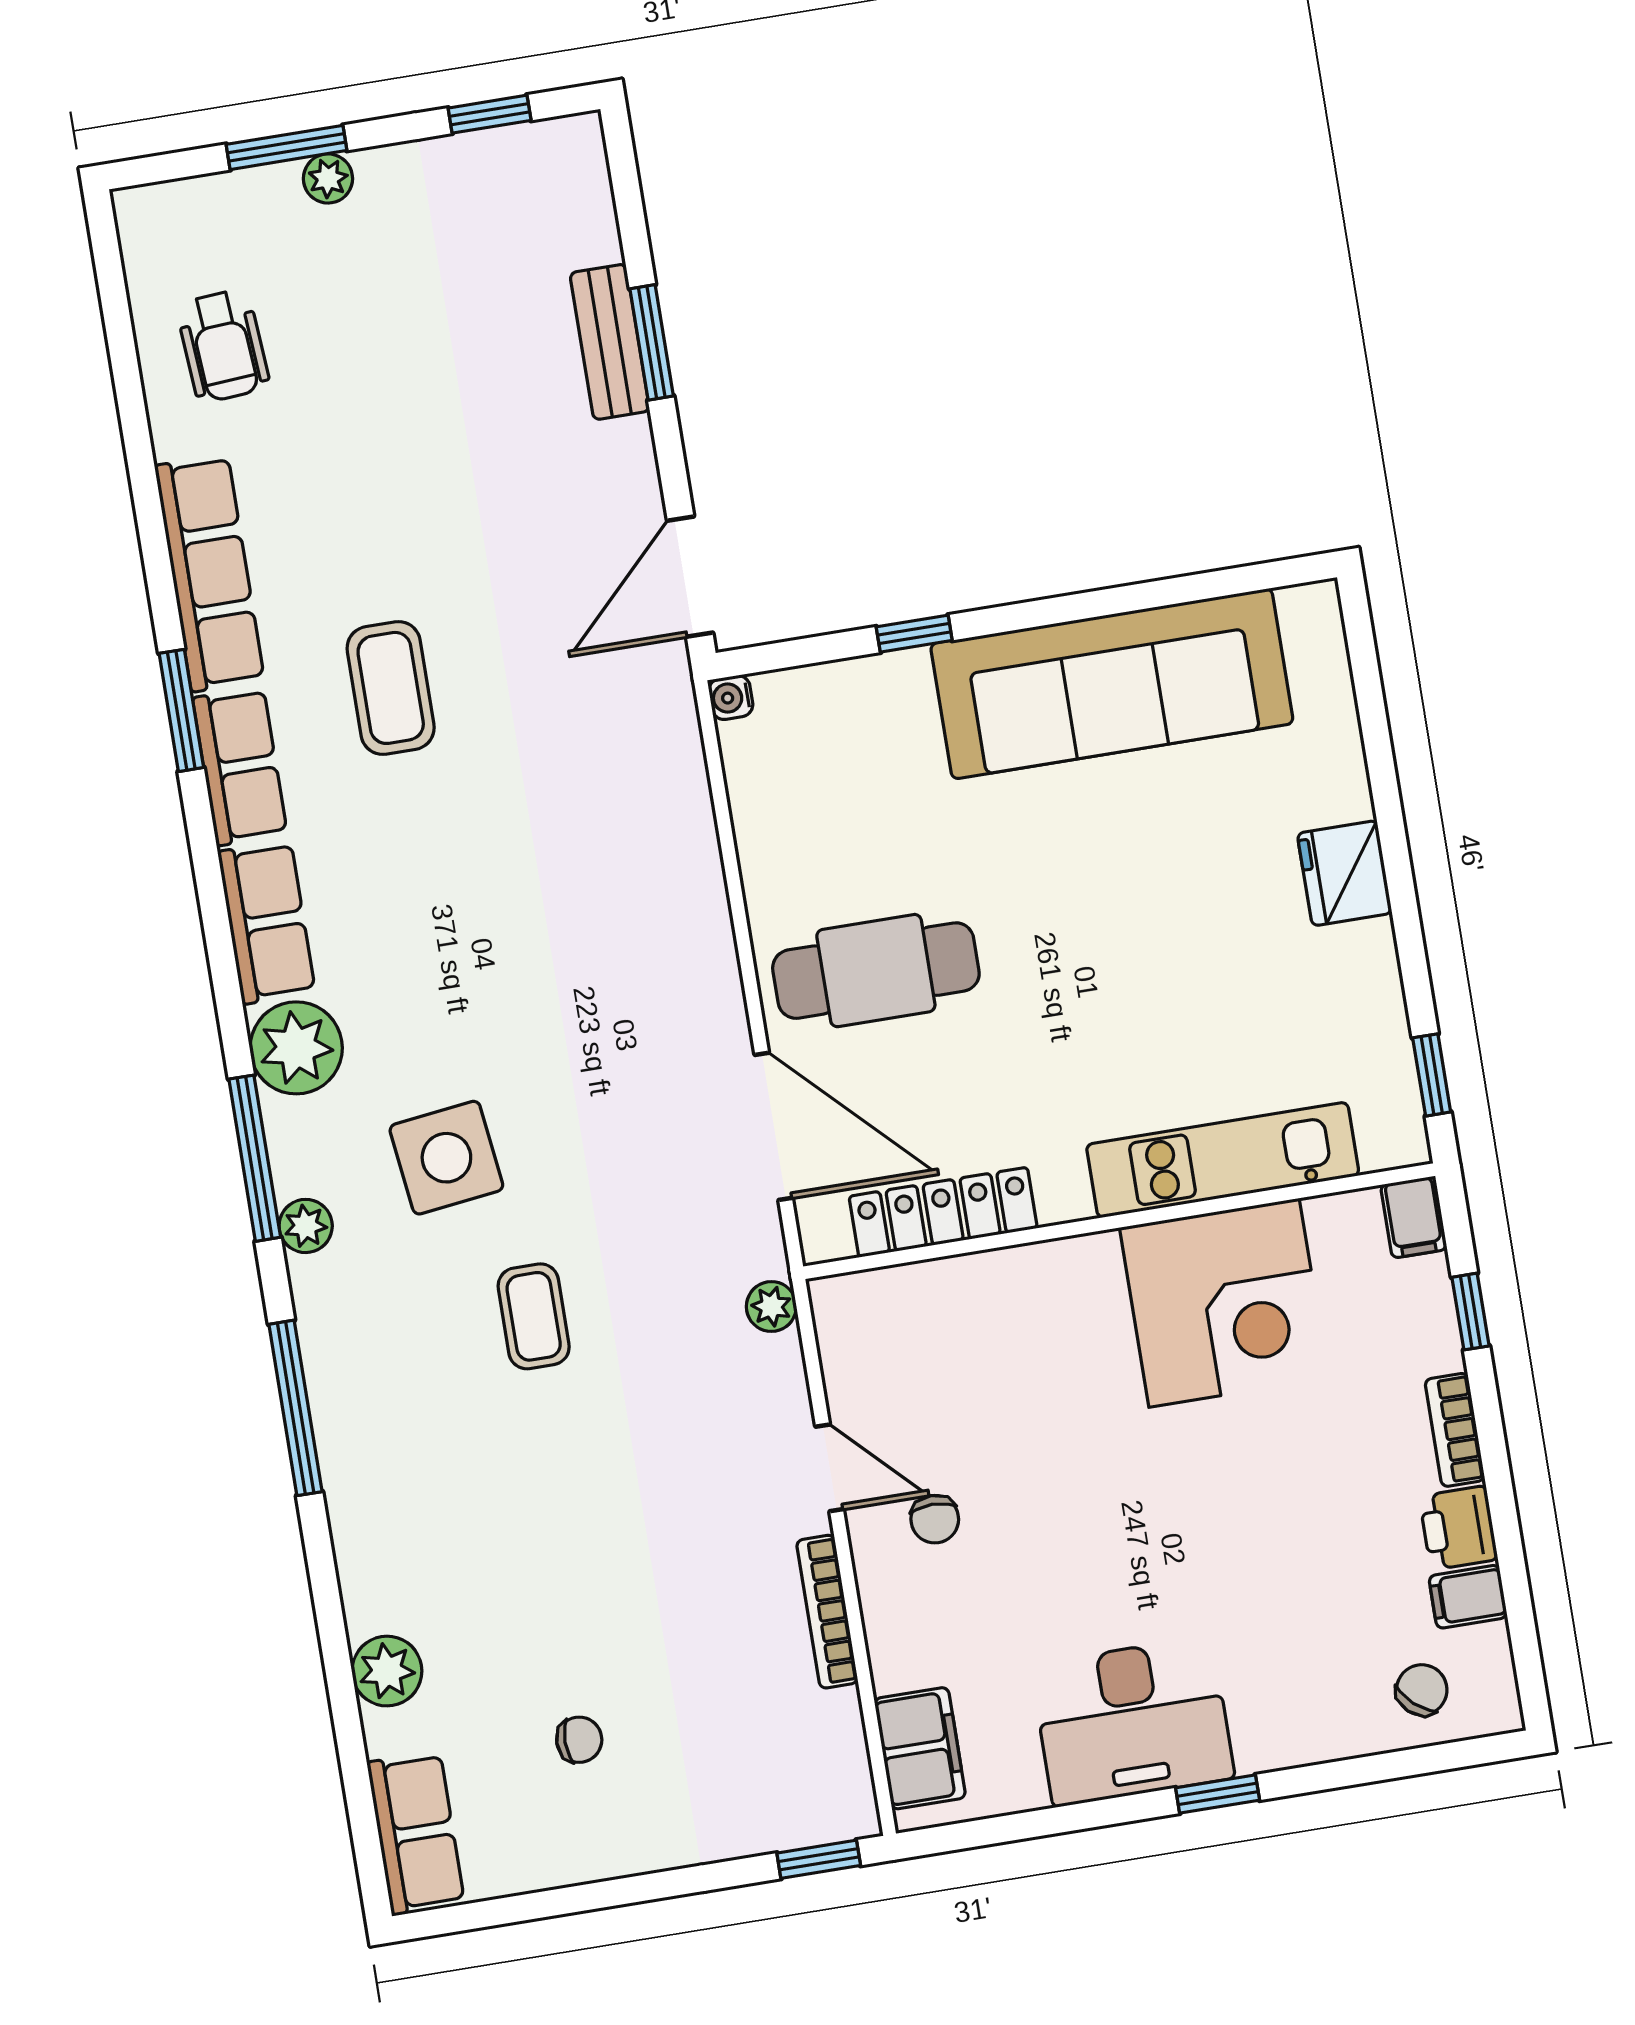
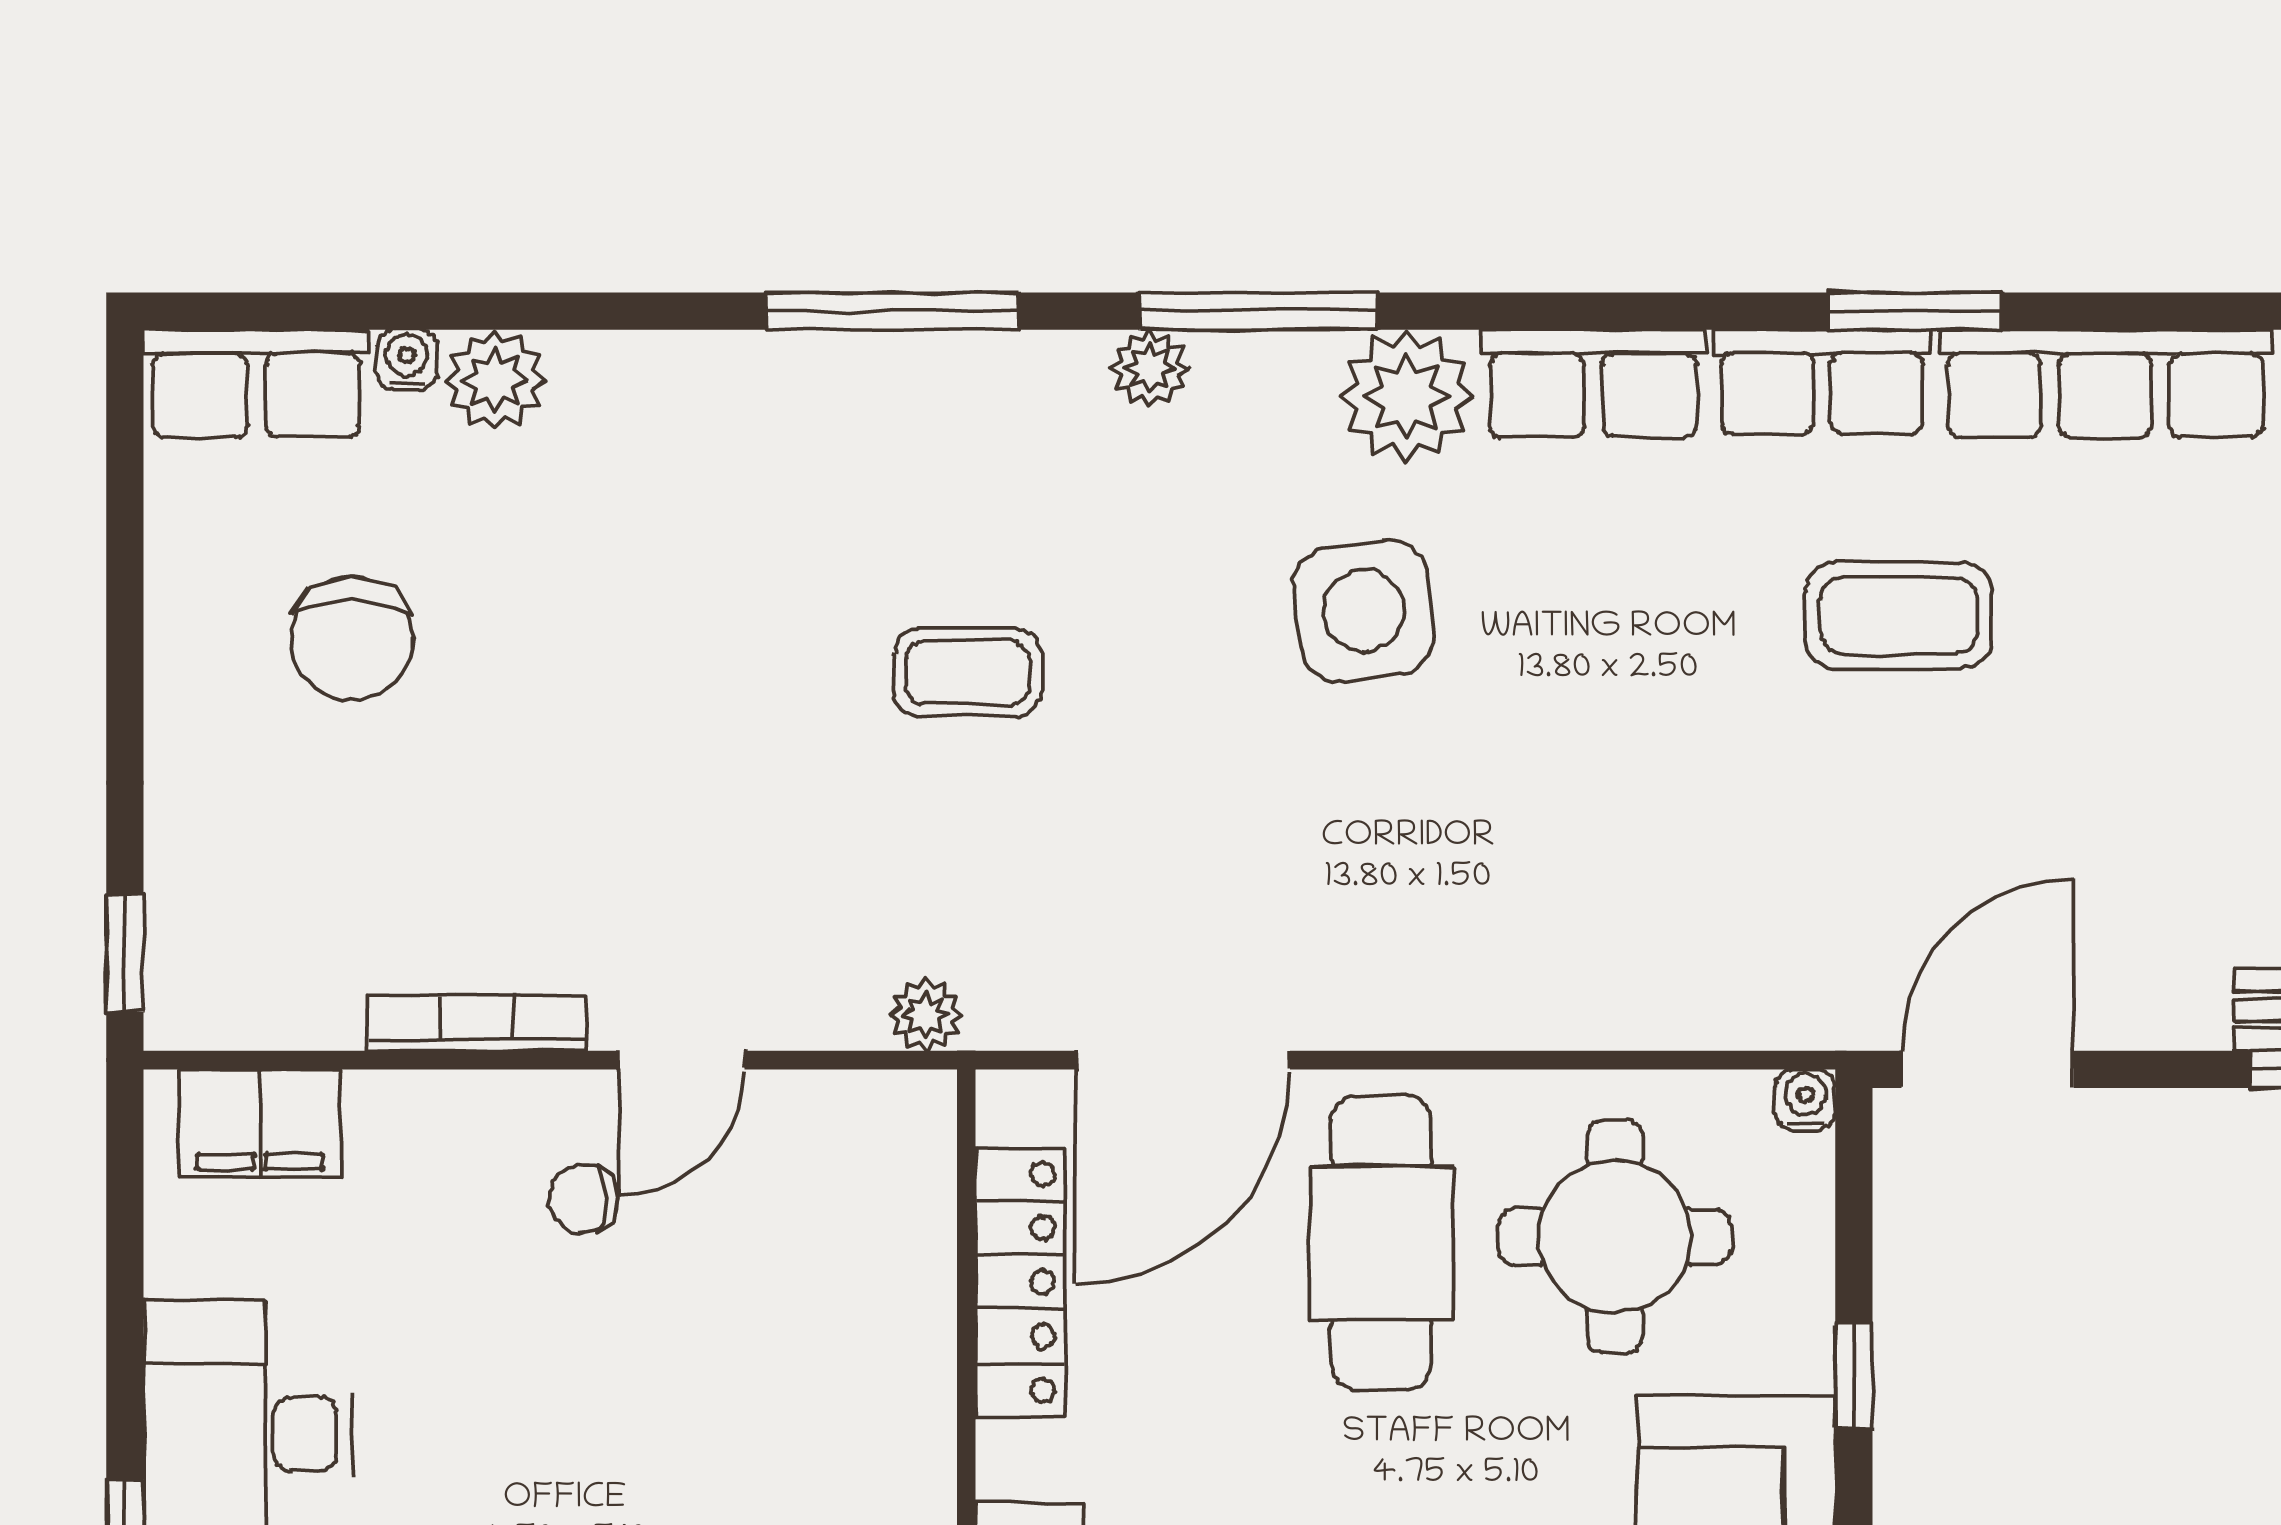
door: (690, 577) -> (1988, 1069), hinge flipped
round table: (846, 812) -> (1615, 1236), added
side table: (446, 1158) -> (1364, 611), moved
water cooler: (383, 1733) -> (407, 360), added
chair: (579, 1740) -> (352, 639), width x1.87, depth x1.87

